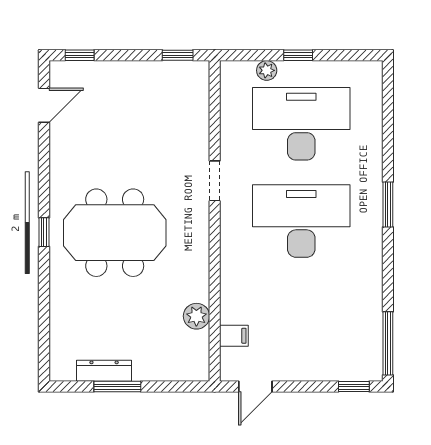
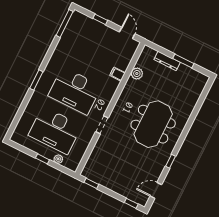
window: (44, 232) -> (171, 161), moved
meeting table: (115, 233) -> (153, 124), turned 90
filing cabinet: (234, 336) -> (118, 74), moved
dresser: (104, 371) -> (167, 61), moved
door: (255, 387) -> (127, 33), hinge flipped
window: (354, 387) -> (100, 19), moved

